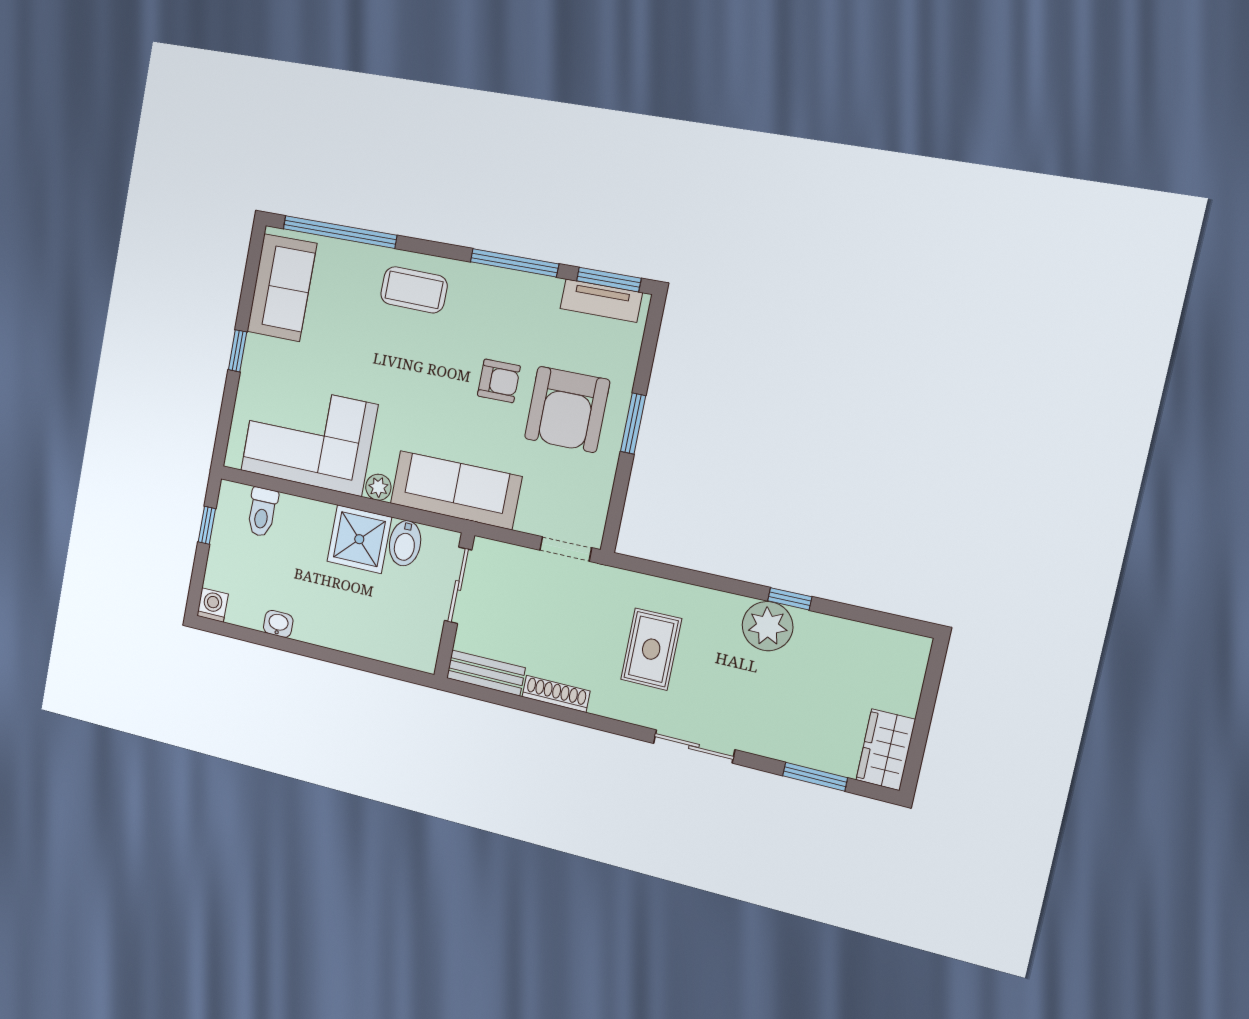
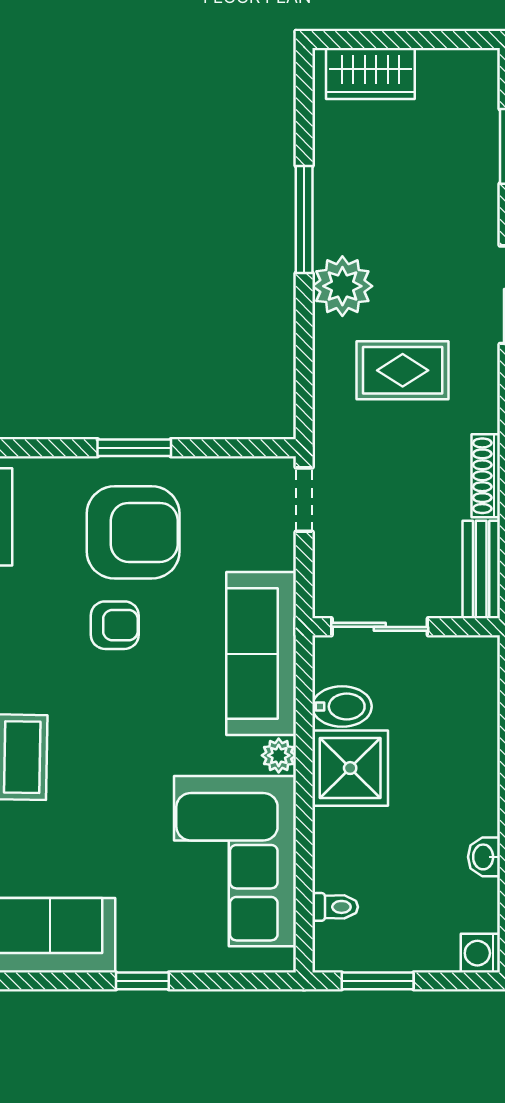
armchair: (499, 381) -> (115, 625), turned 90
toilet: (262, 512) -> (335, 907), width x0.73, depth x0.72
window: (207, 525) -> (378, 981), width x1.50
window: (790, 599) -> (304, 219), width x2.17
plant: (768, 626) -> (342, 286), moved
wardrobe: (886, 750) -> (370, 74), moved

